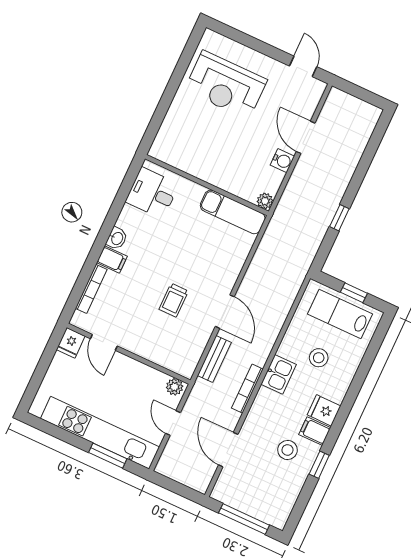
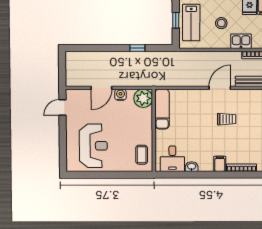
coffee table: (179, 150) -> (142, 155), added
plant: (265, 201) -> (143, 98), width x1.87, depth x1.87
washbasin: (117, 238) -> (192, 167), moved

